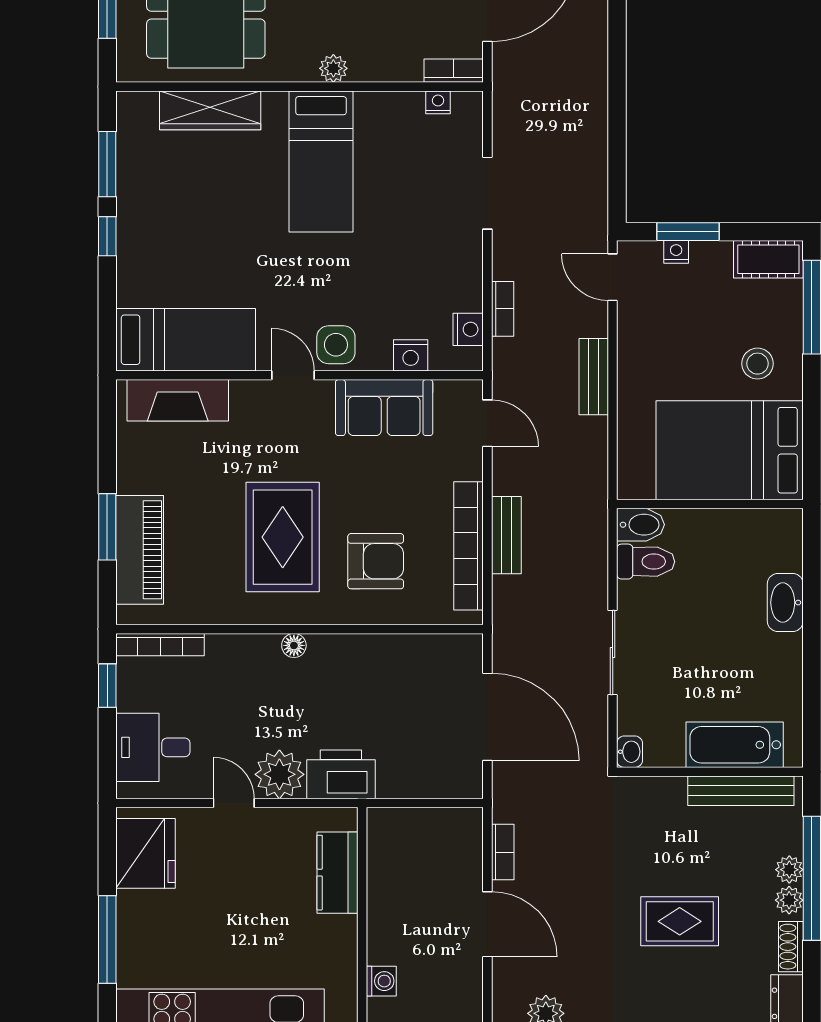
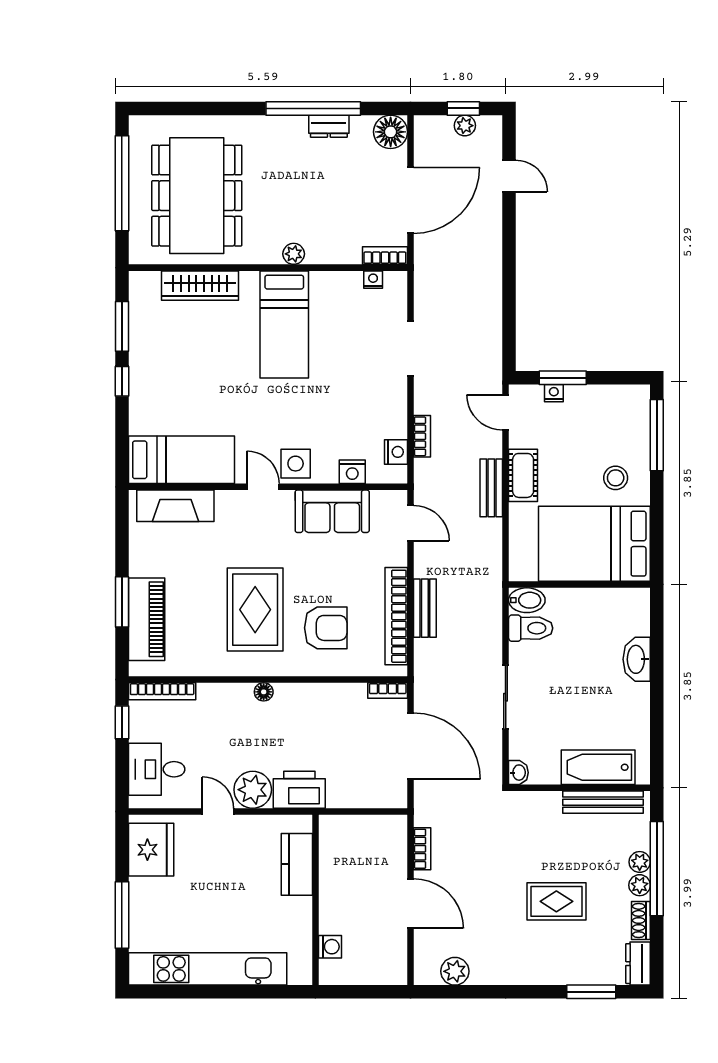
cot: (768, 259) -> (523, 475), moved, turned 90
bookcase: (457, 644) -> (388, 691), added

